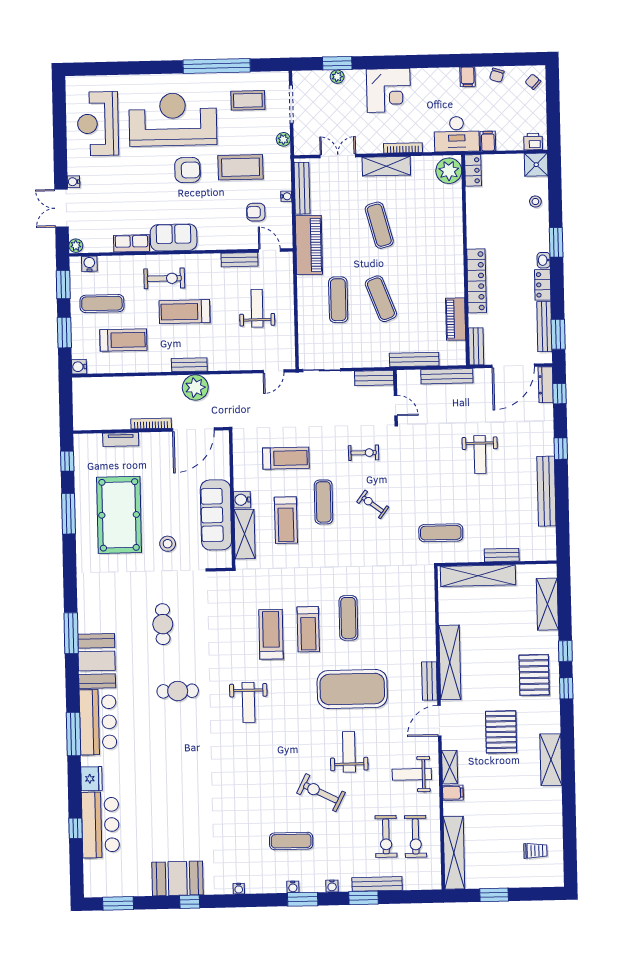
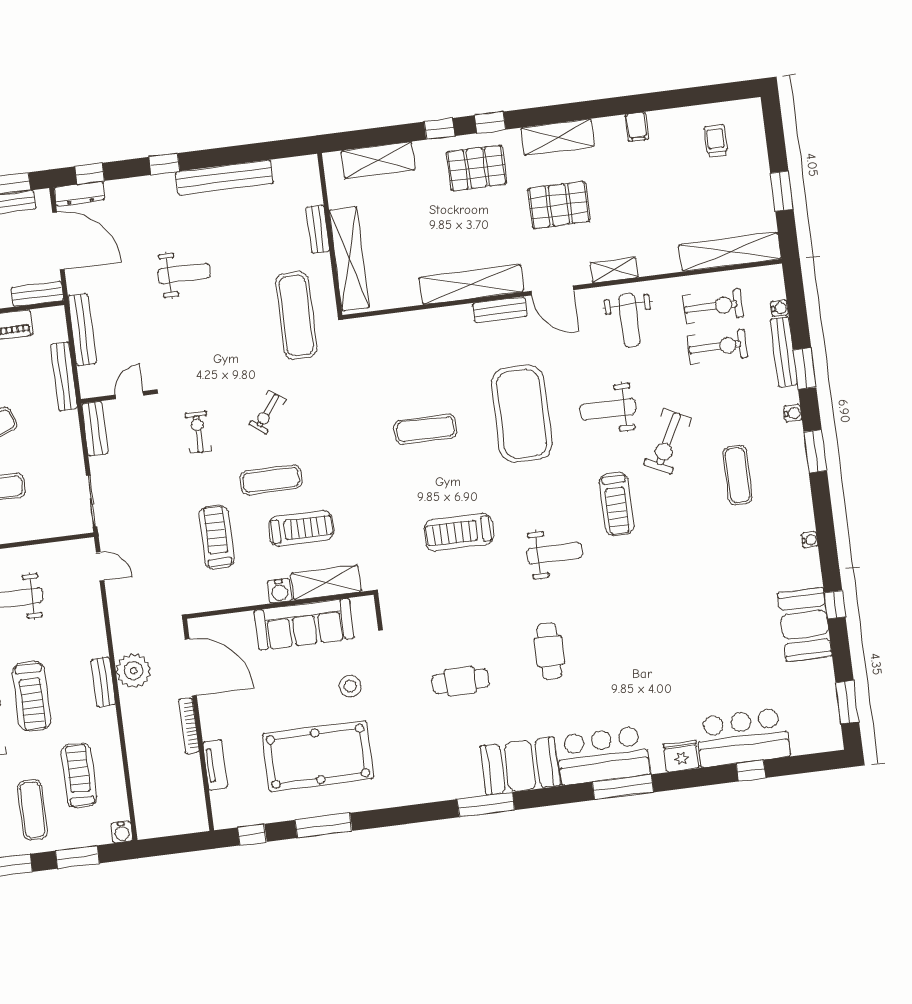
exercise mat: (441, 533) -> (296, 315), width x1.36, depth x1.45
treadmill: (308, 629) -> (617, 504), moved, turned 90
shelving: (551, 760) -> (557, 137), moved
filing cabinet: (453, 793) -> (637, 127), moved, turned 180
water cooler: (293, 887) -> (780, 308), moved

